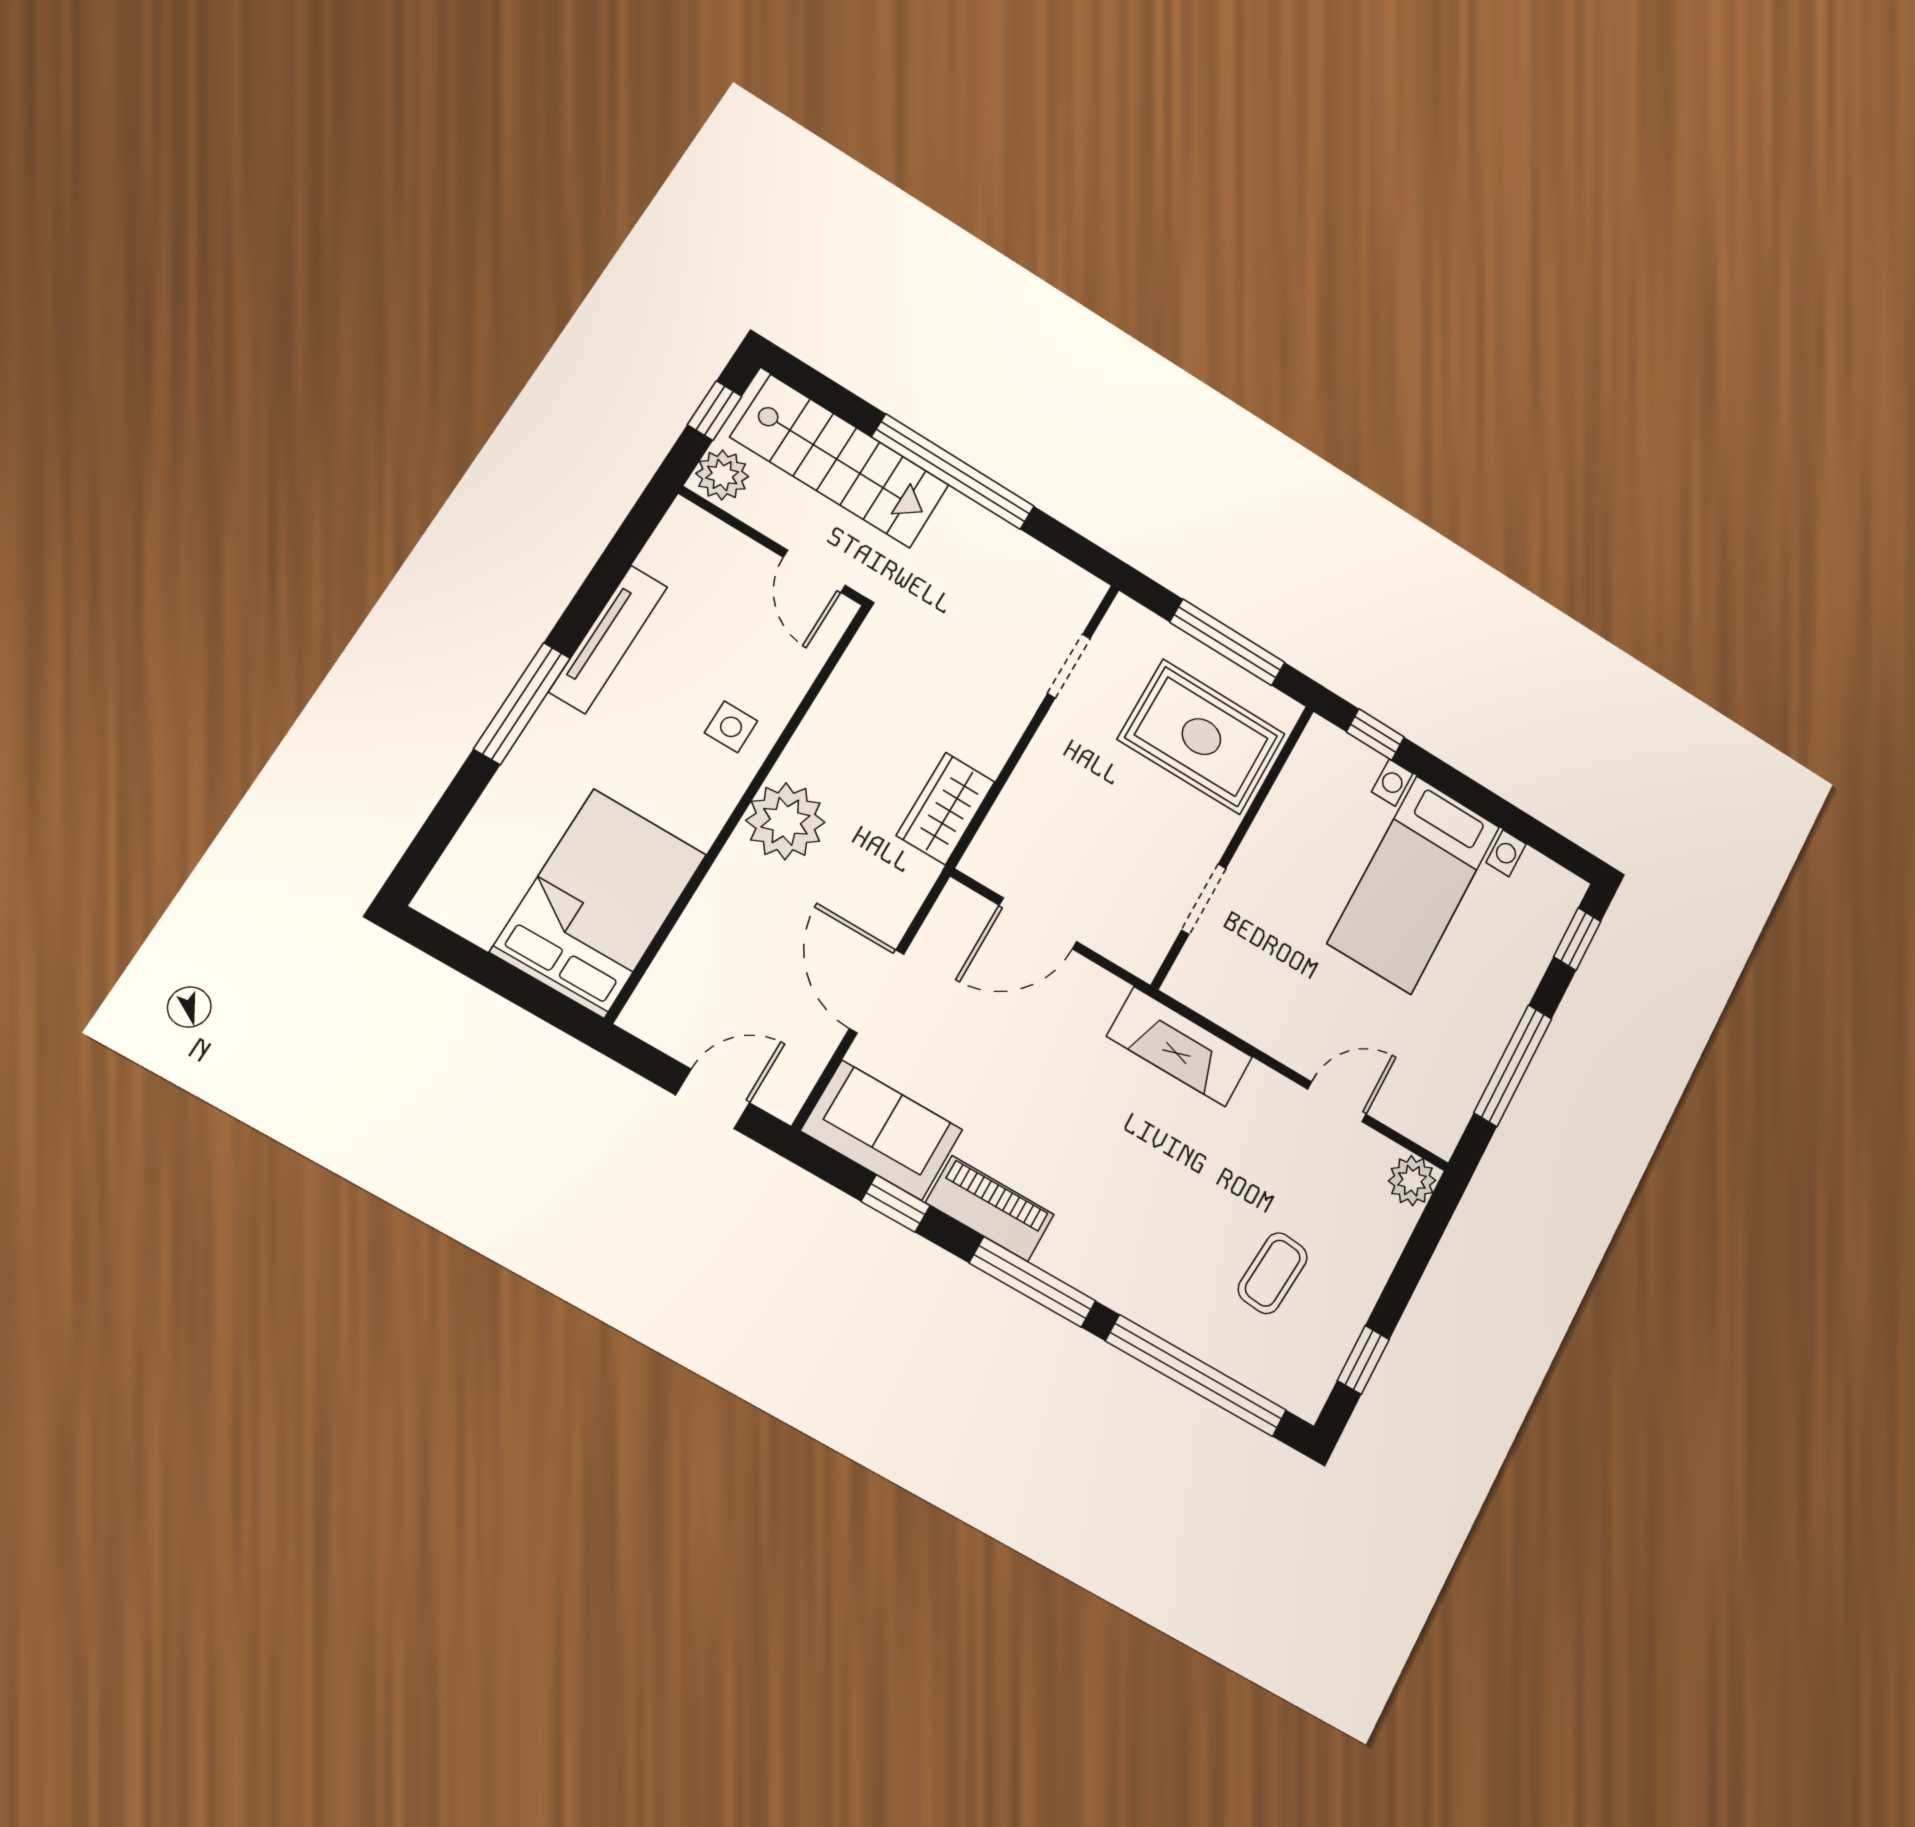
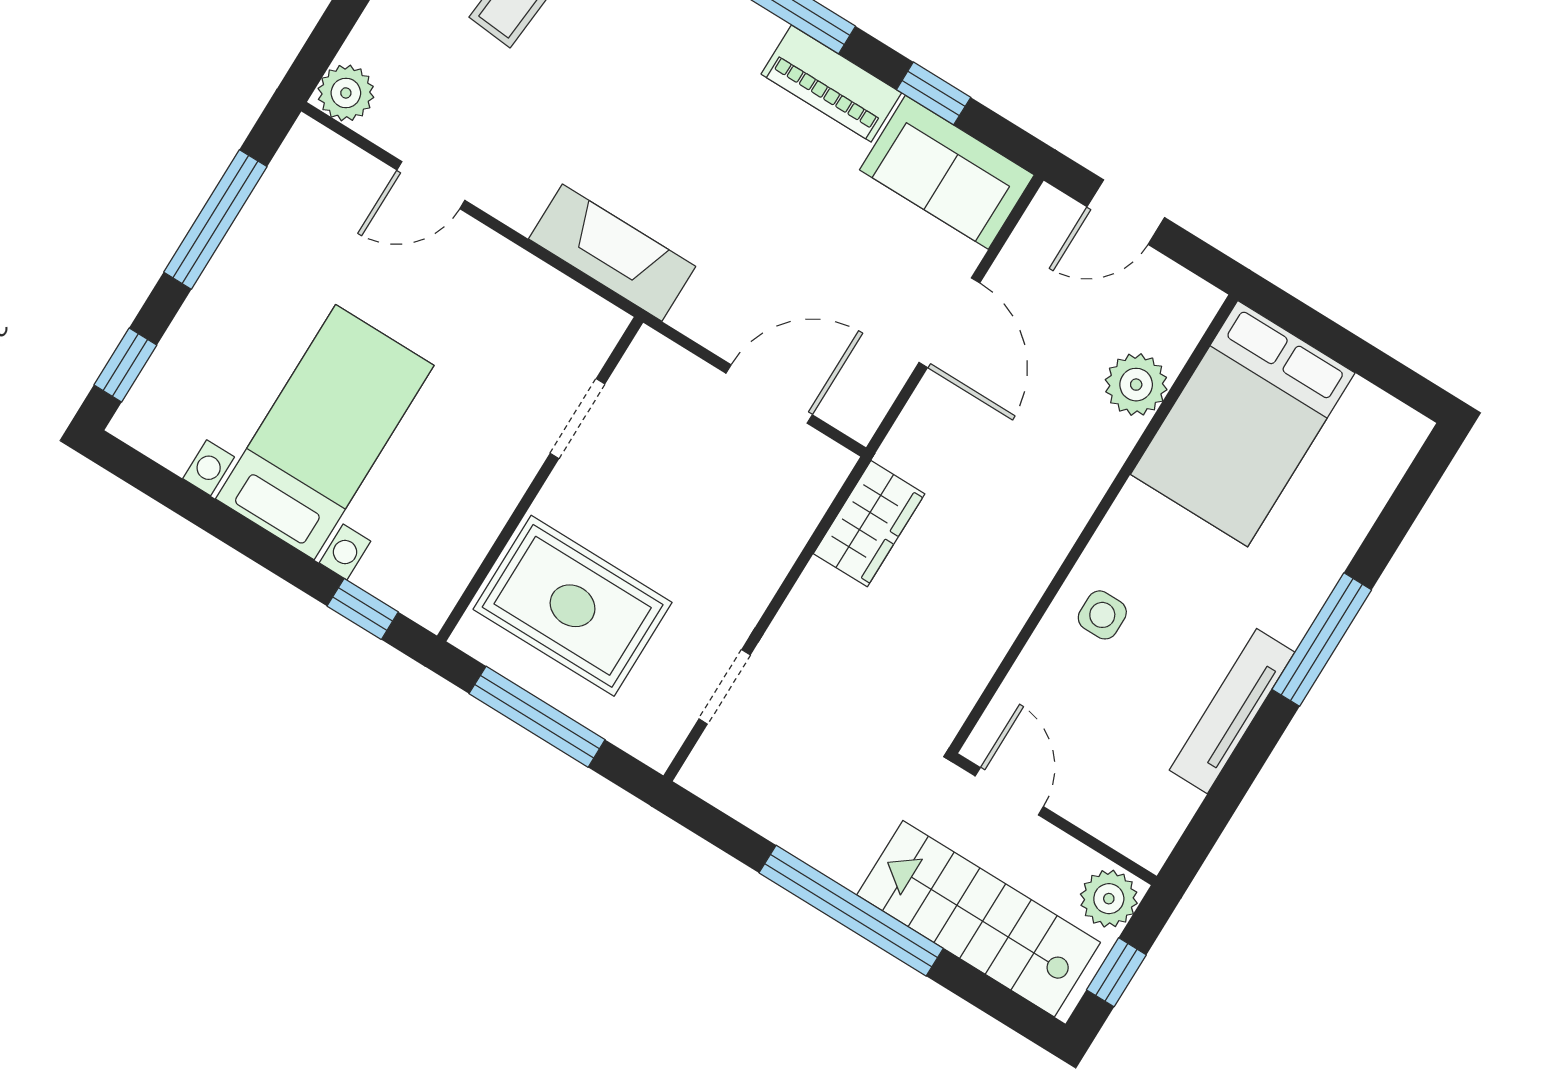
plant: (785, 821) -> (1136, 385), moved, width x0.73, depth x0.73

